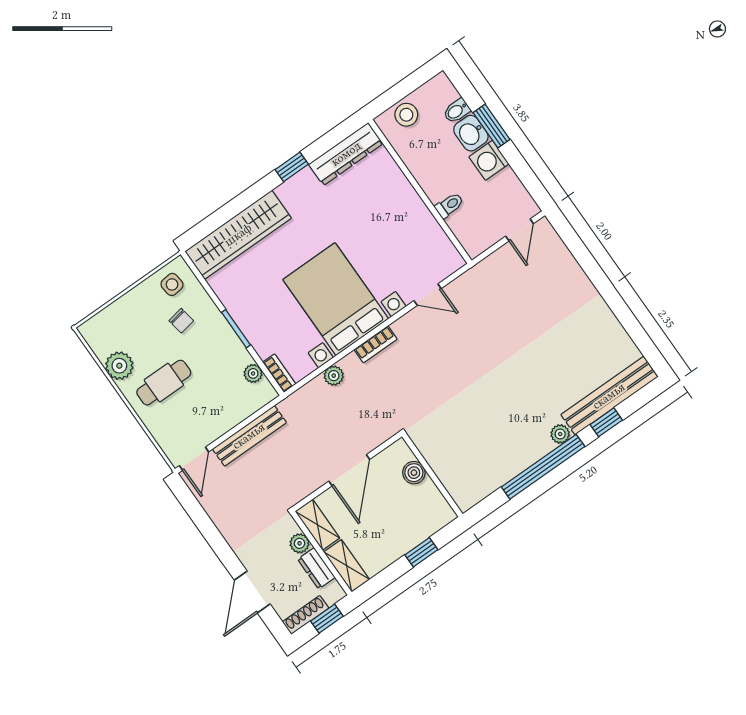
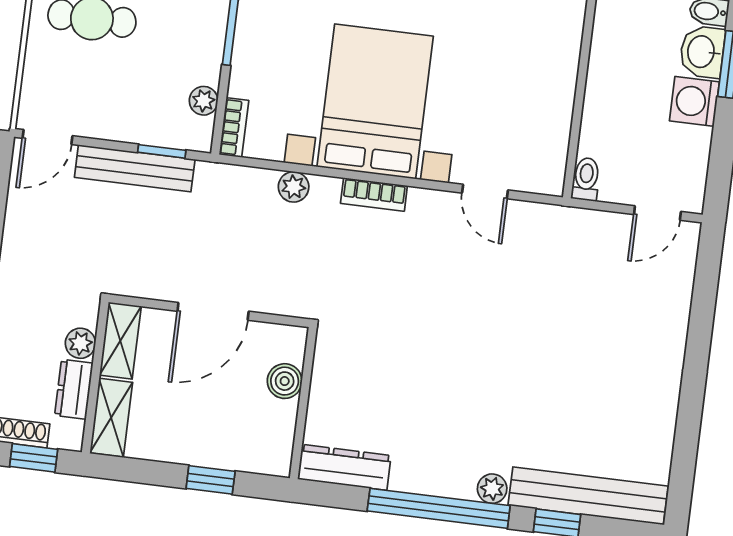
toilet: (449, 205) -> (586, 179), moved, turned -90
window: (255, 416) -> (162, 151), added
dresser: (480, 488) -> (344, 467), added

